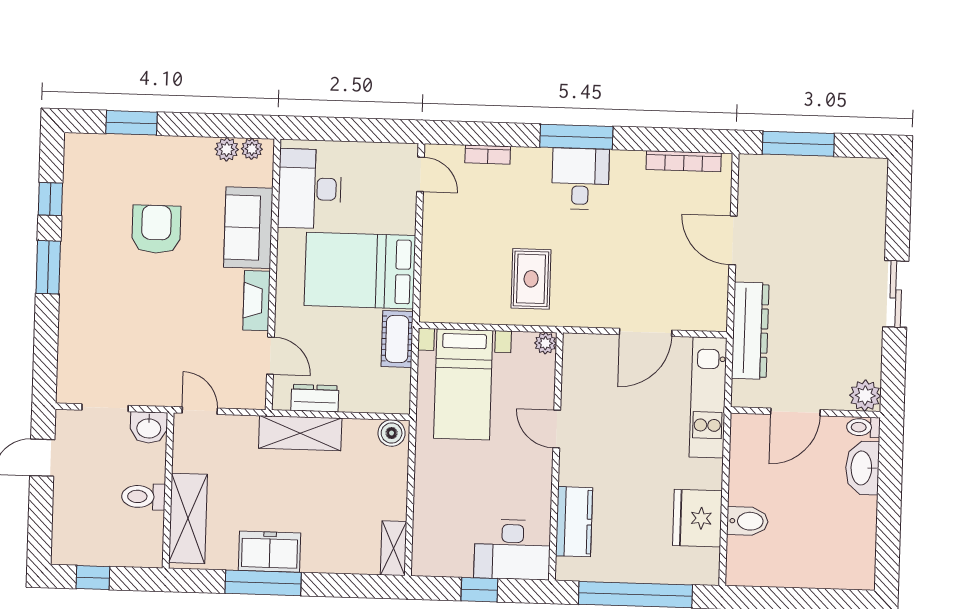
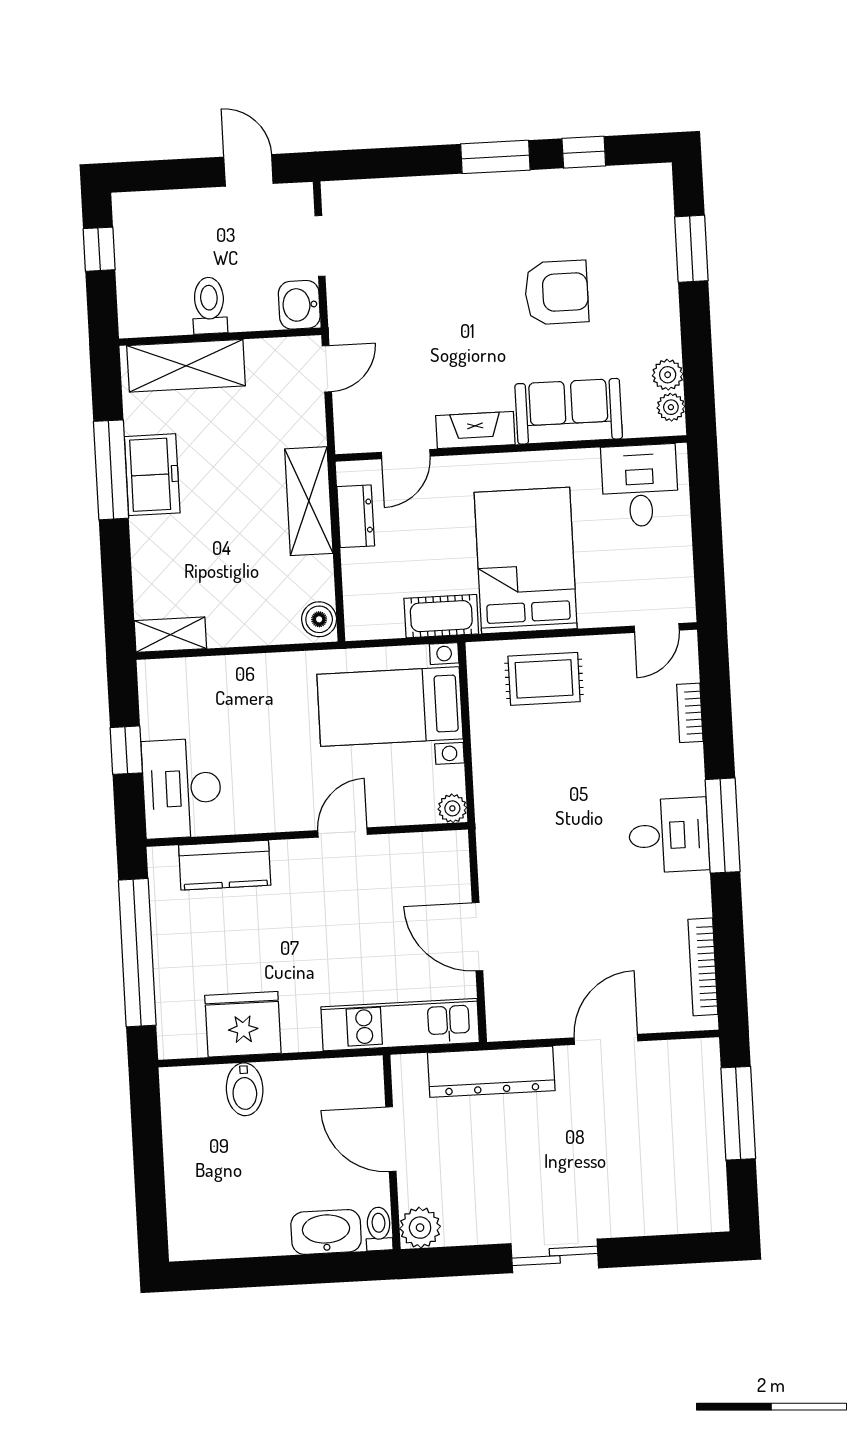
desk: (310, 189) -> (640, 486), width x0.73
rug: (531, 279) -> (544, 679), moved

